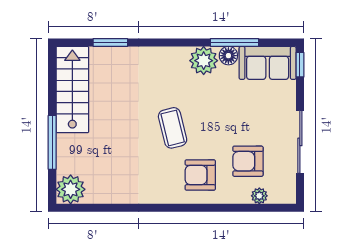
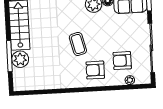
sliding door: (300, 142) -> (151, 48), width x1.36
plant: (71, 189) -> (20, 59), moved

